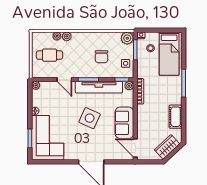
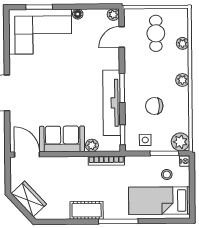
plant: (67, 36) -> (182, 80), moved
door: (64, 80) -> (122, 37), moved
plant: (129, 86) -> (92, 145), moved
cot: (176, 117) -> (87, 210), moved
side table: (90, 118) -> (68, 90), removed
door: (135, 148) -> (27, 154), hinge flipped

